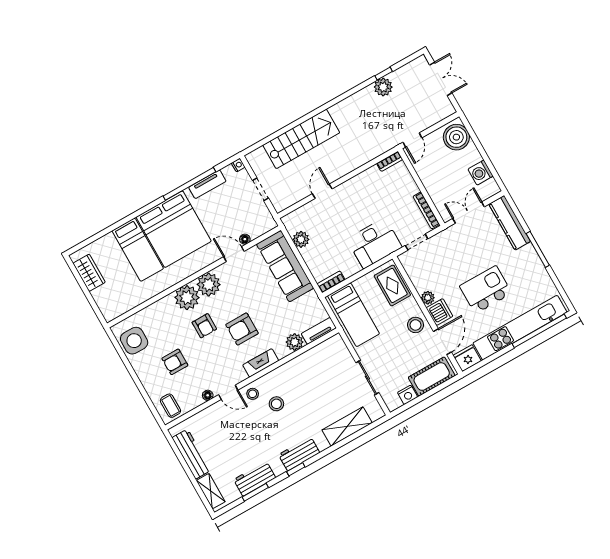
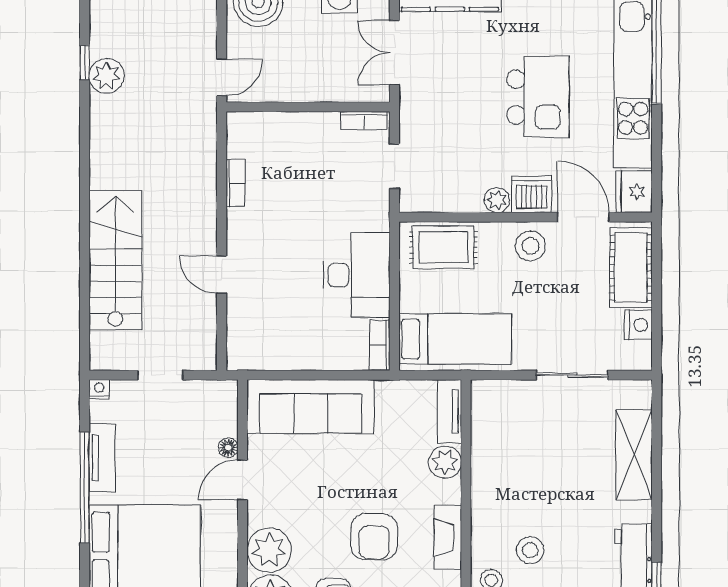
door: (412, 140) -> (222, 77), hinge flipped
bookcase: (390, 161) -> (236, 183), moved
bookcase: (426, 210) -> (364, 121), width x0.64
plant: (301, 239) -> (281, 355), removed
desk: (374, 243) -> (357, 275), moved
kitchen island: (486, 290) -> (538, 97), turned 180

